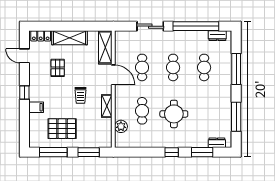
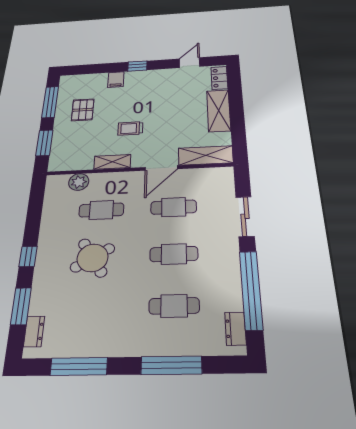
pallet: (58, 68) -> (172, 100), removed
round table: (174, 114) -> (93, 258), turned -31
pallet: (62, 129) -> (83, 110), width x0.67, depth x0.71

